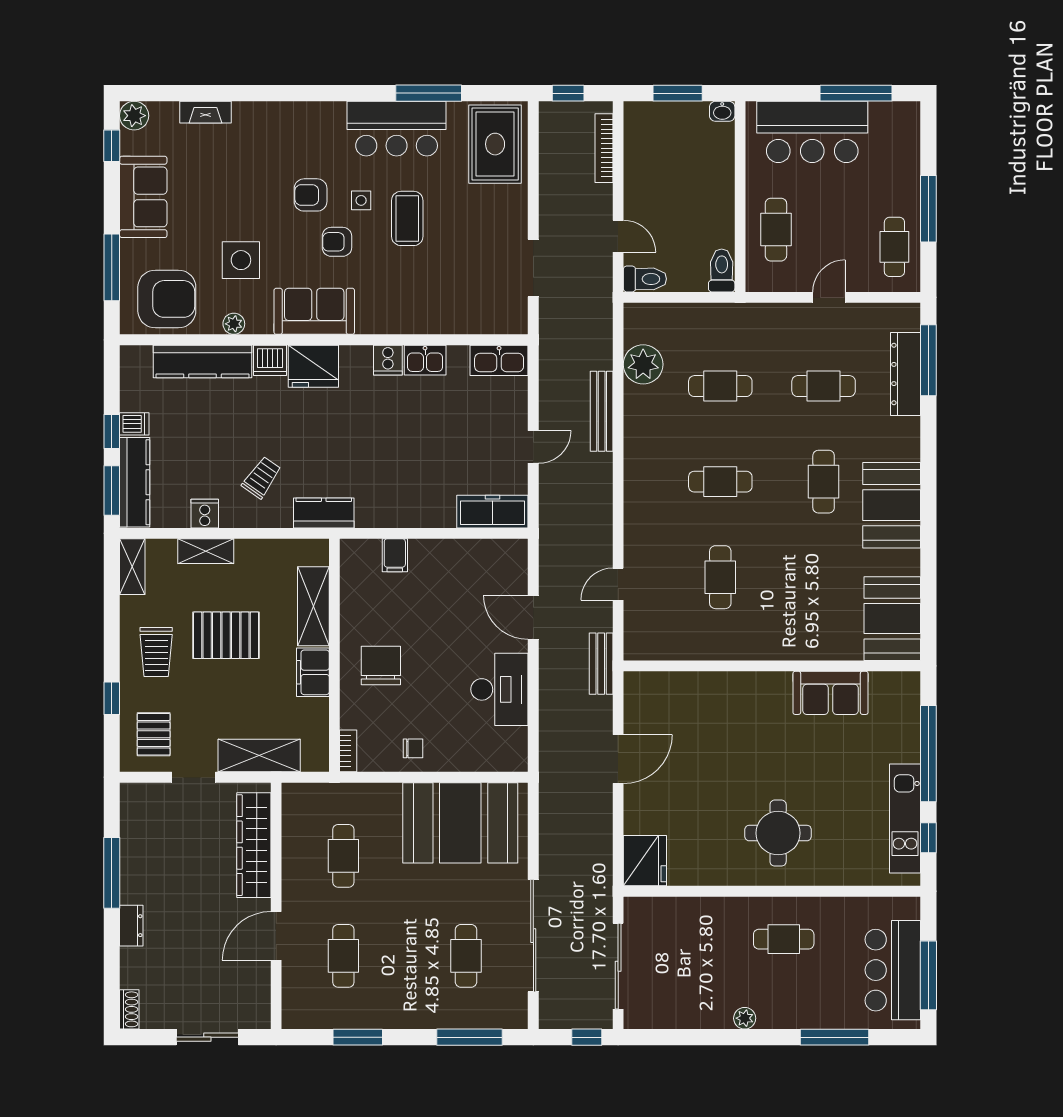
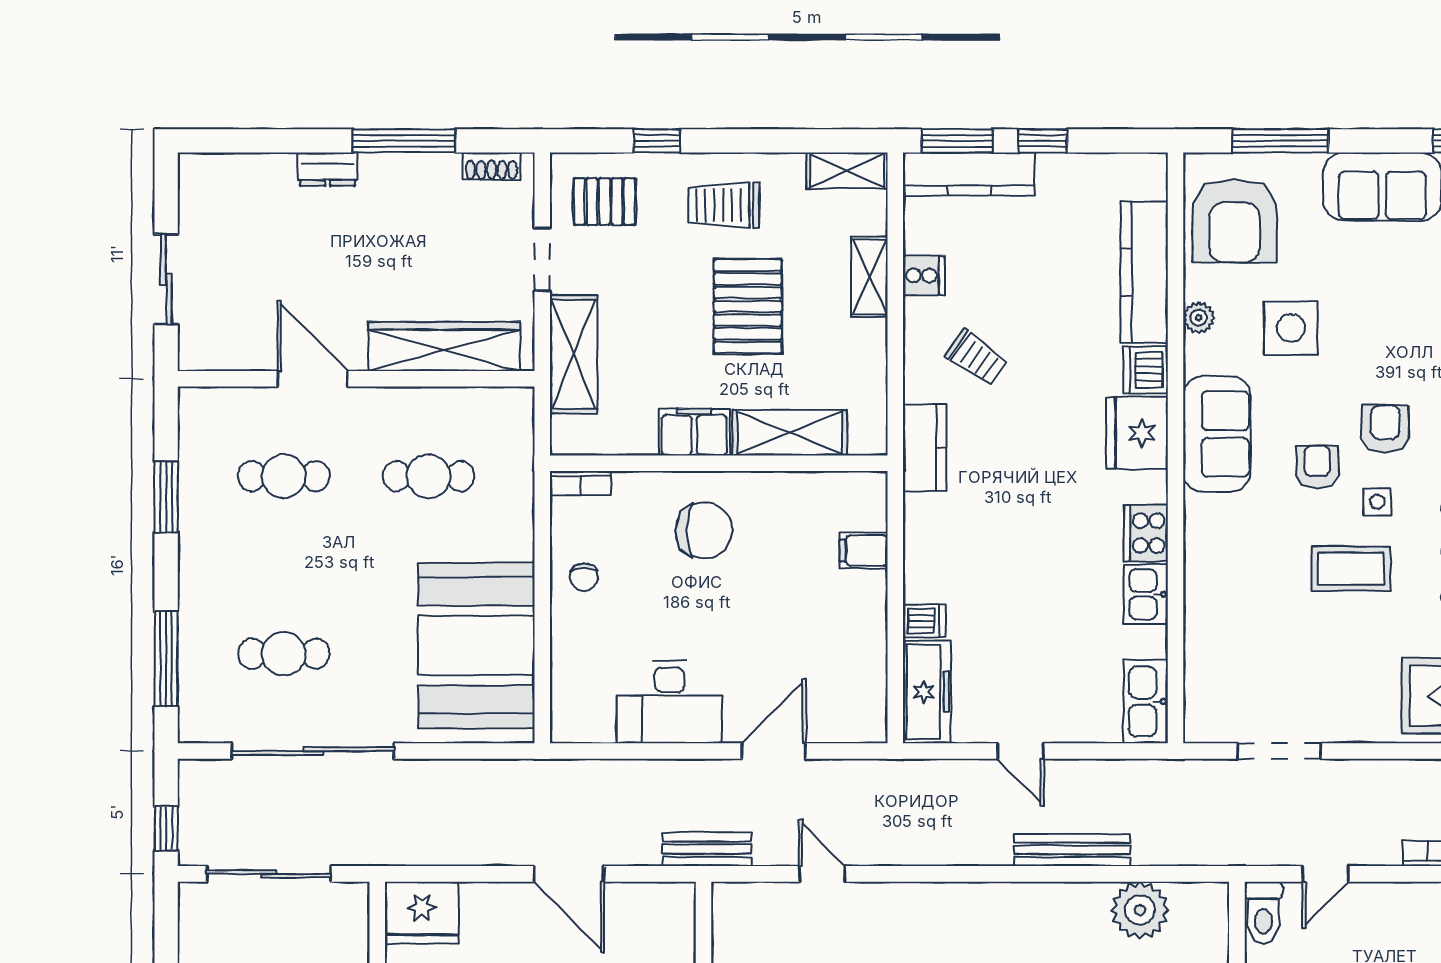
cooker: (388, 360) -> (1146, 533), width x1.36
dishwasher: (134, 424) -> (924, 621), moved, turned -90
shoe rack: (129, 1009) -> (492, 166), moved

